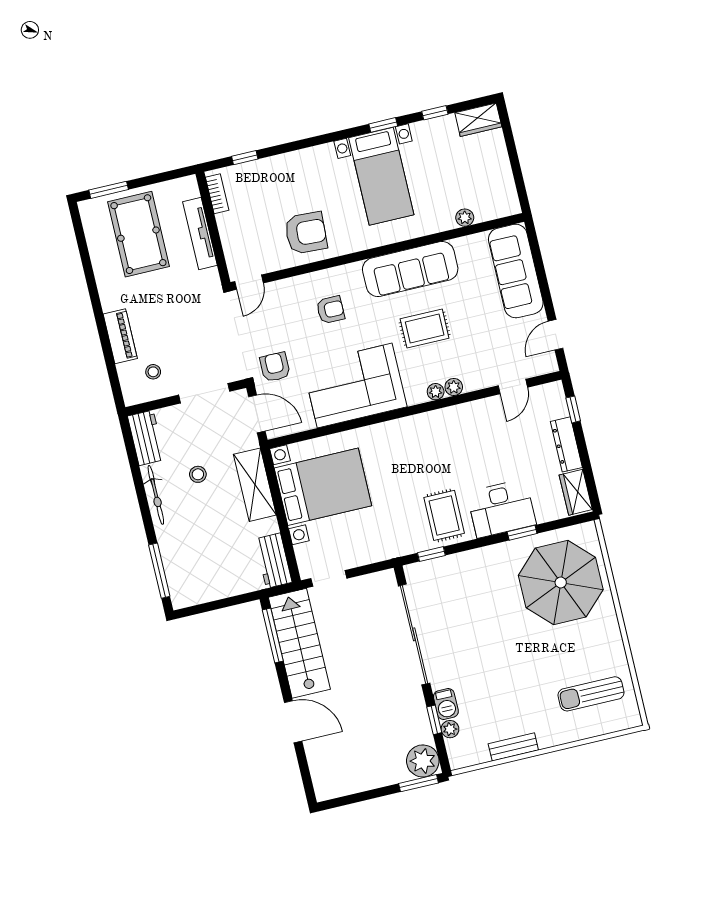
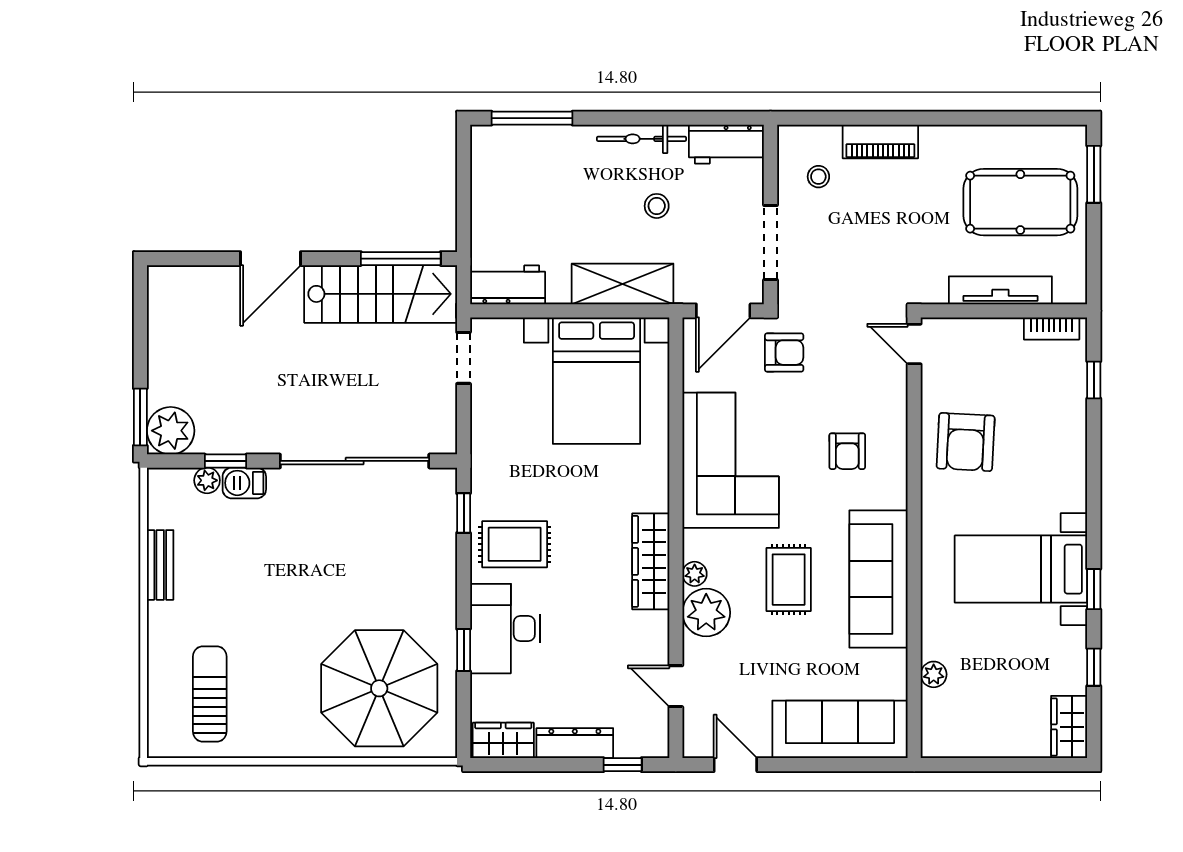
plant: (454, 387) -> (706, 613), width x1.87, depth x1.87
wardrobe: (434, 423) -> (651, 561), added

